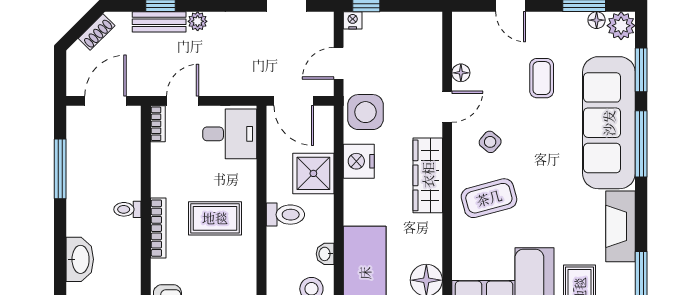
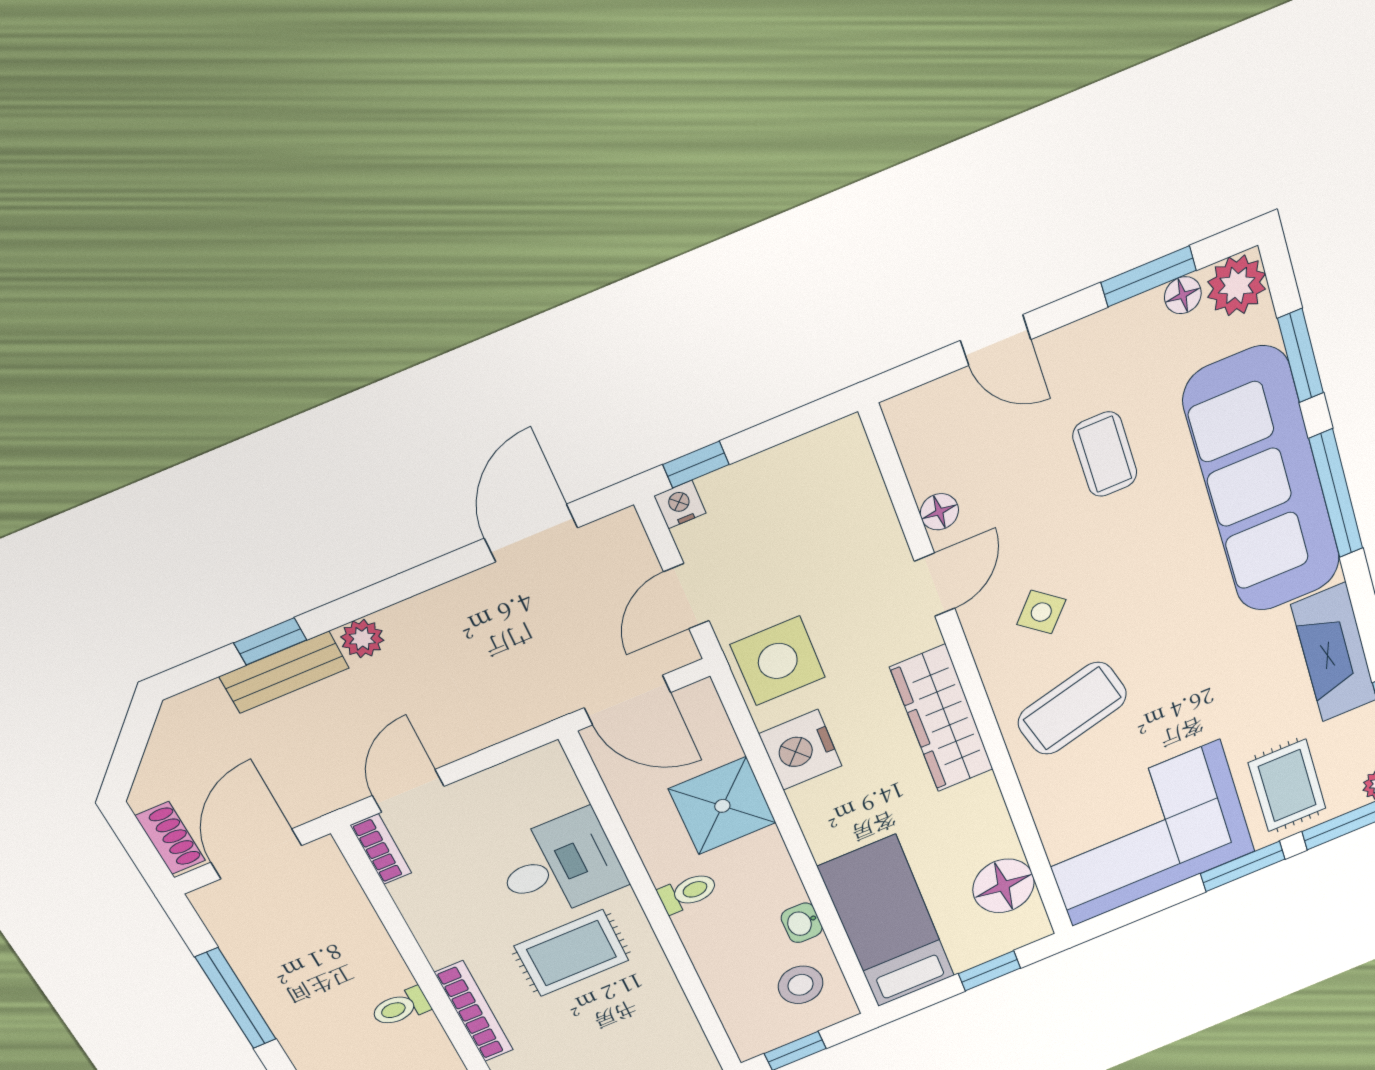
shoe rack: (97, 32) -> (170, 838), moved, turned -45
desk: (230, 134) -> (560, 866), moved
toilet: (285, 215) -> (688, 892), width x0.73, depth x0.72

